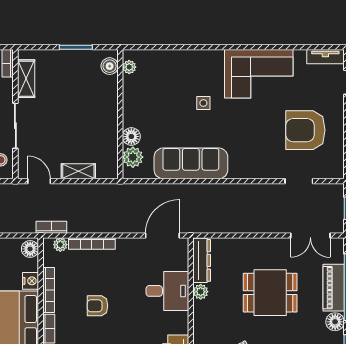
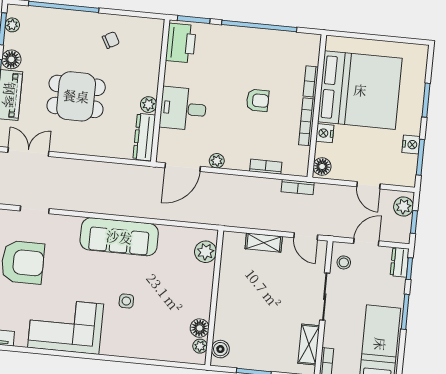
floor lamp: (131, 137) -> (200, 328), moved
sofa: (191, 163) -> (119, 237), moved
bookcase: (92, 244) -> (266, 167), width x0.64
plant: (60, 245) -> (217, 161), moved

